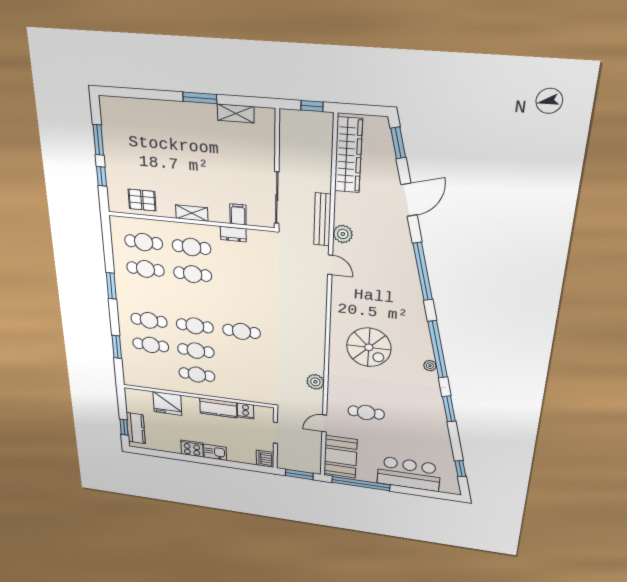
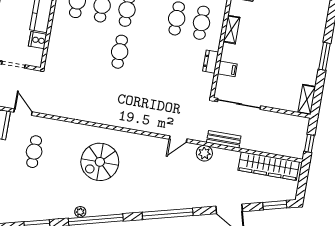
shelving: (236, 113) -> (307, 100), moved
bench: (322, 220) -> (224, 139), width x0.73
plant: (315, 382) -> (67, 110), removed

